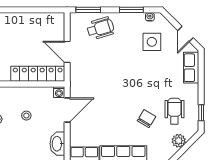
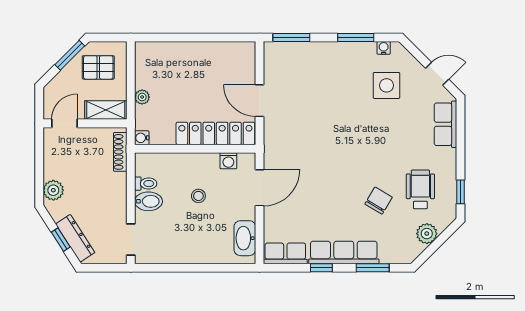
wheelchair: (100, 28) -> (309, 65), removed
door: (186, 34) -> (437, 74), swing flipped
washing machine: (59, 92) -> (228, 161), moved

